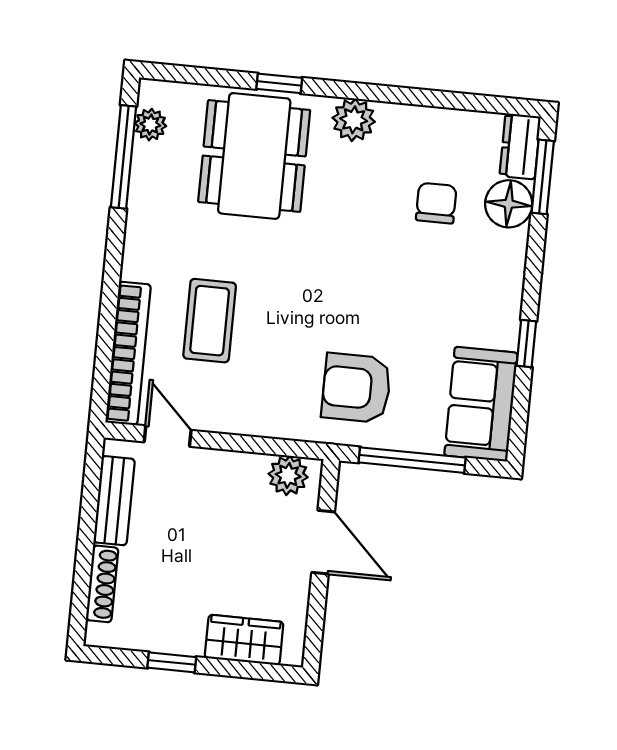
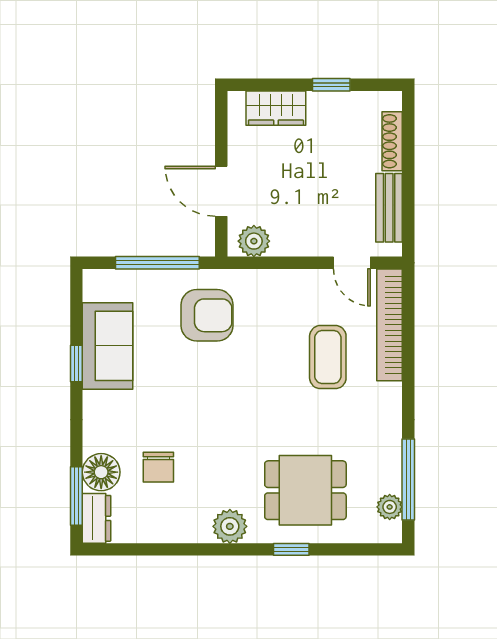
dining table: (254, 156) -> (305, 490), width x0.73
sofa: (481, 404) -> (108, 346), moved

